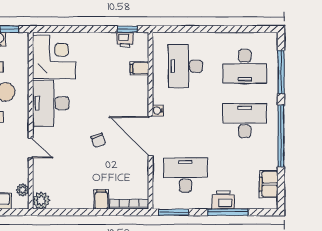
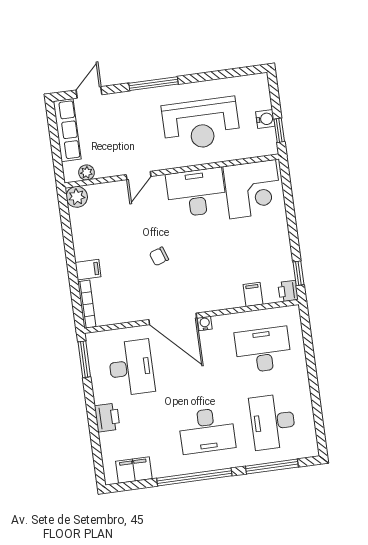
printer: (125, 40) -> (288, 291), moved
desk: (245, 121) -> (207, 431), turned 90
door: (151, 136) -> (173, 319), swing flipped
window: (228, 212) -> (93, 425), removed

